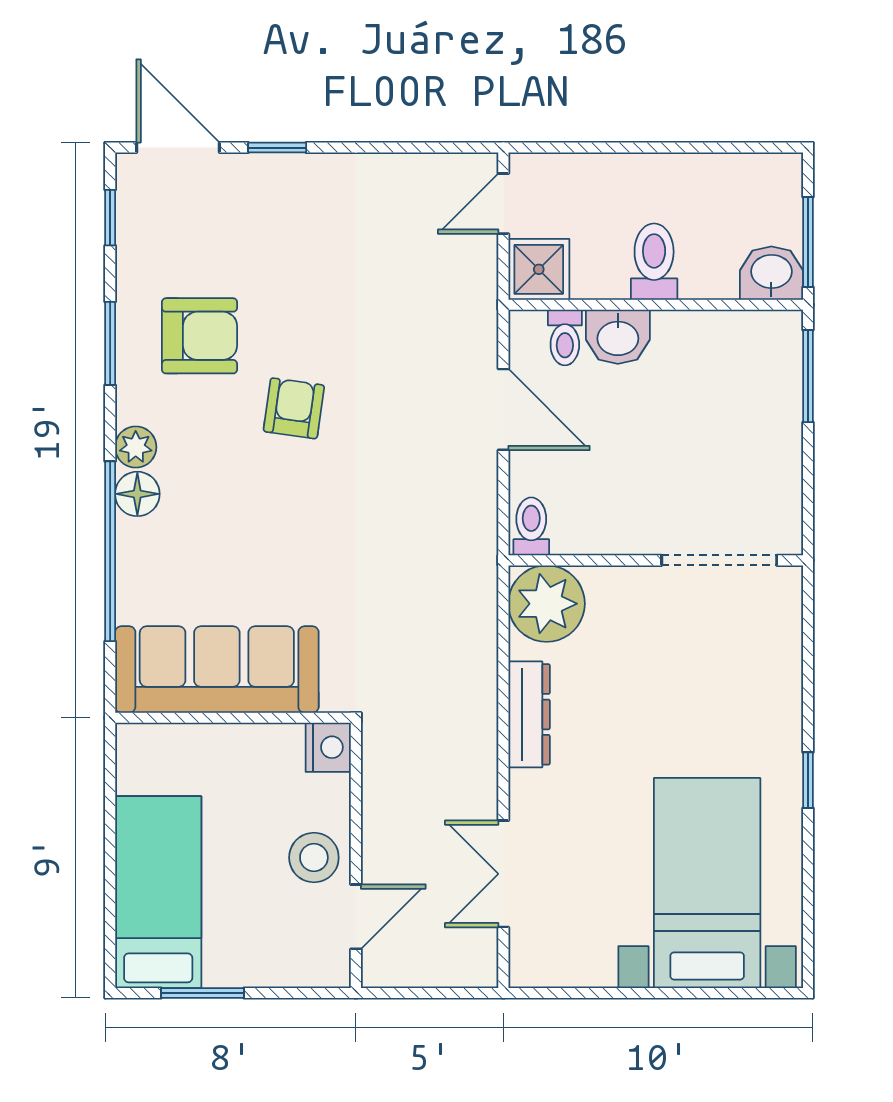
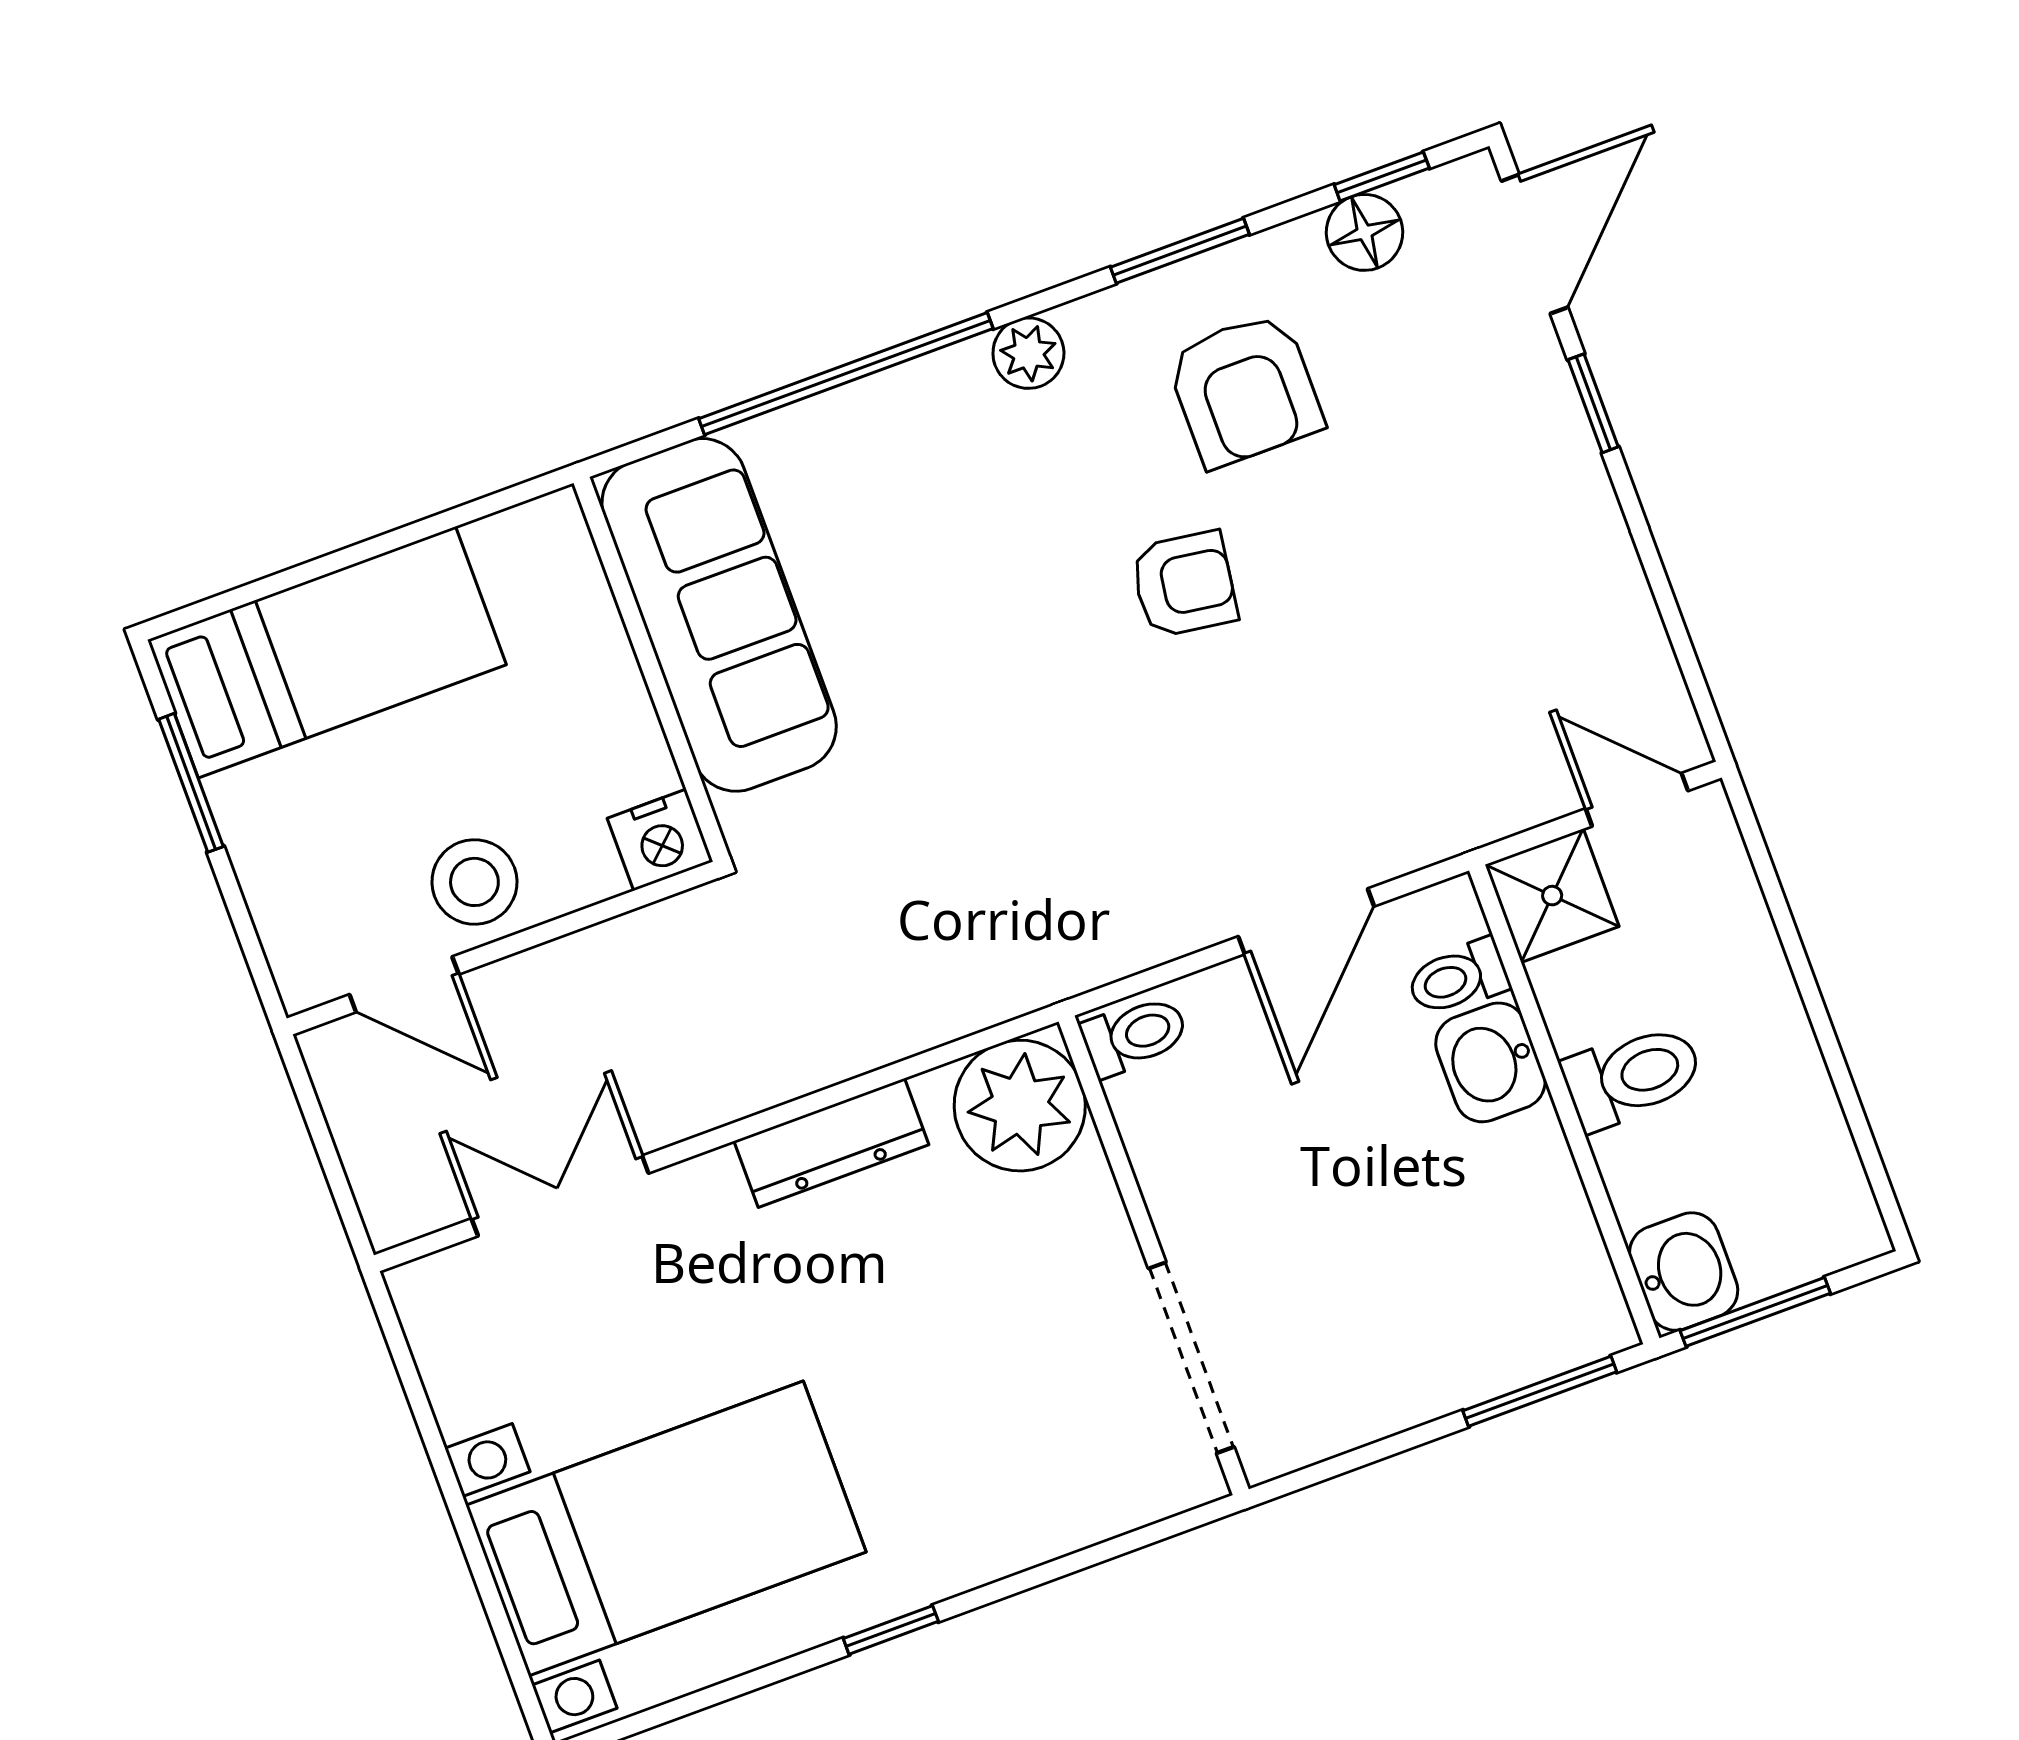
floor lamp: (137, 494) -> (1365, 232), moved

